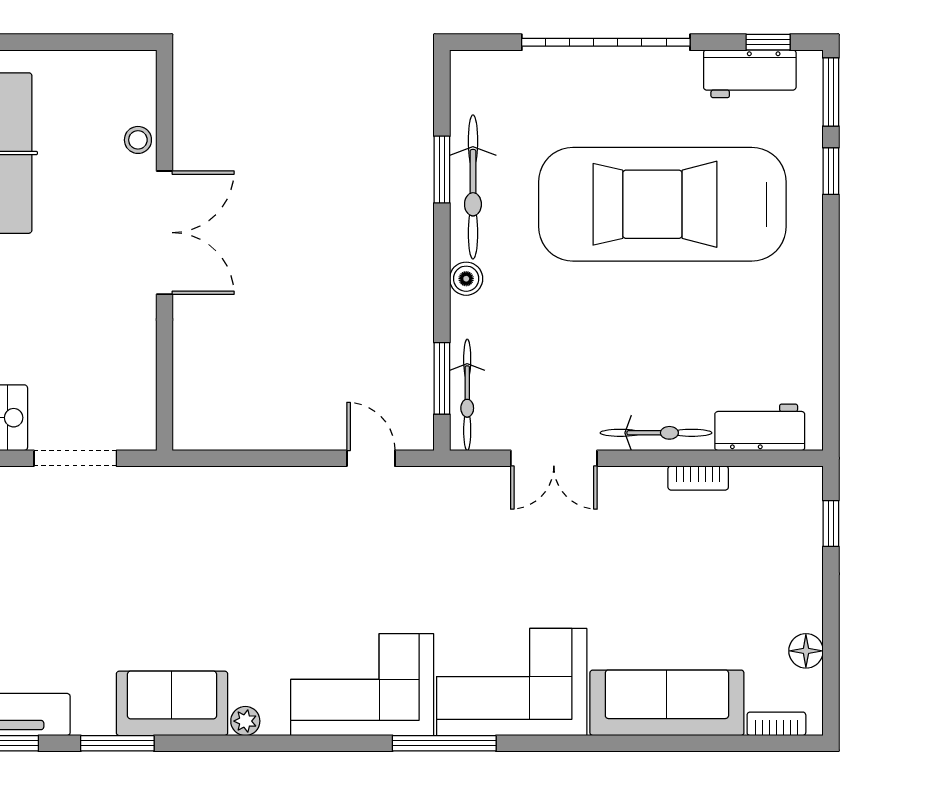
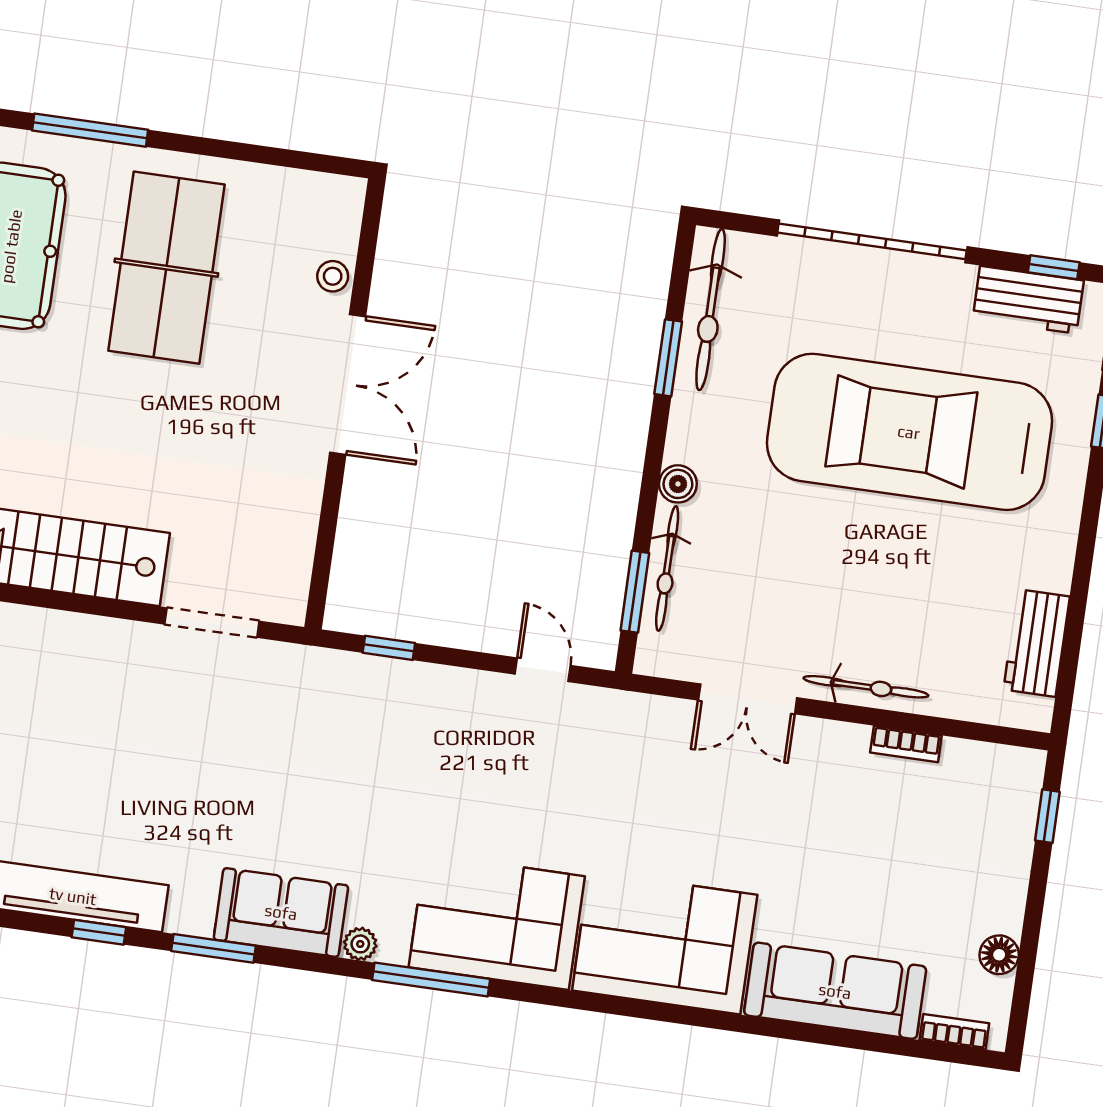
bicycle: (473, 187) -> (711, 310), moved
bicycle: (467, 395) -> (667, 568), moved
workbench: (760, 427) -> (1037, 643), moved, turned -90
window: (234, 458) -> (389, 648), added
window: (444, 743) -> (431, 979), moved

